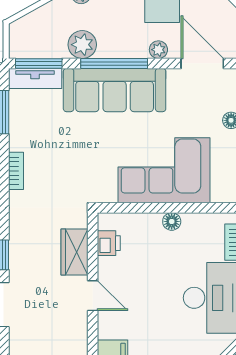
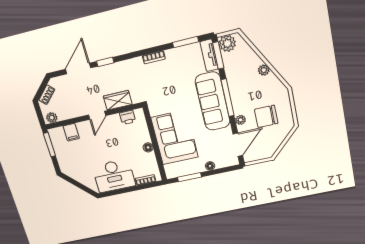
plant: (82, 45) -> (227, 43), moved

